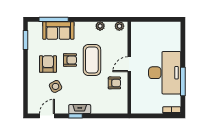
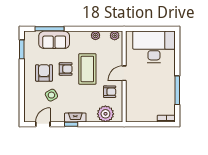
desk: (165, 73) -> (154, 47), moved, turned -90
plant: (110, 105) -> (105, 114), added

